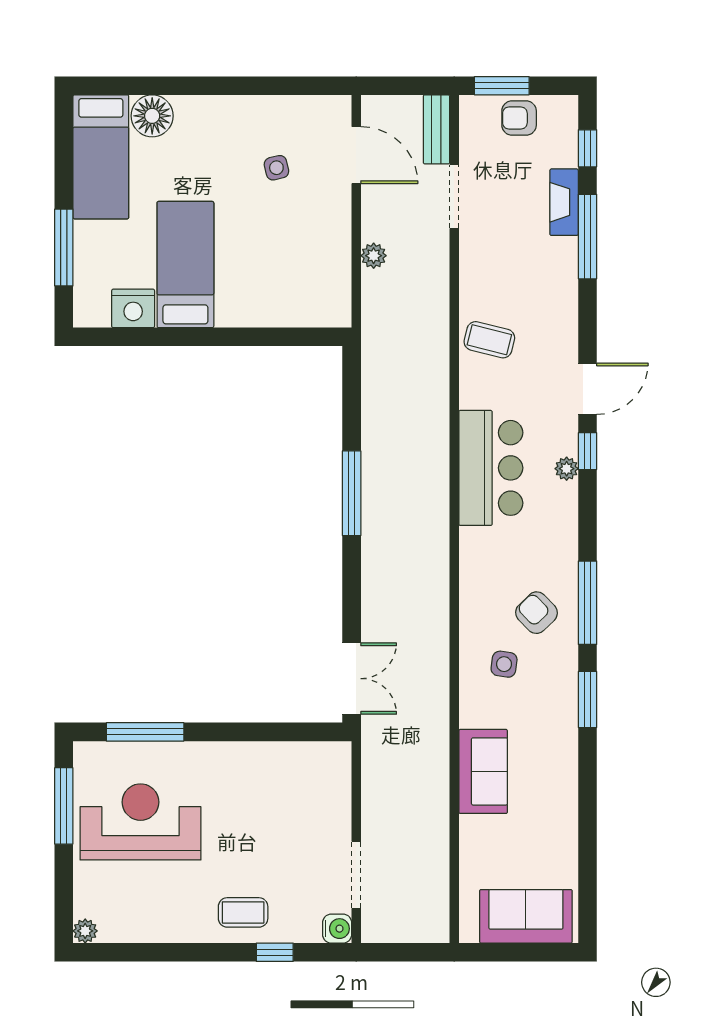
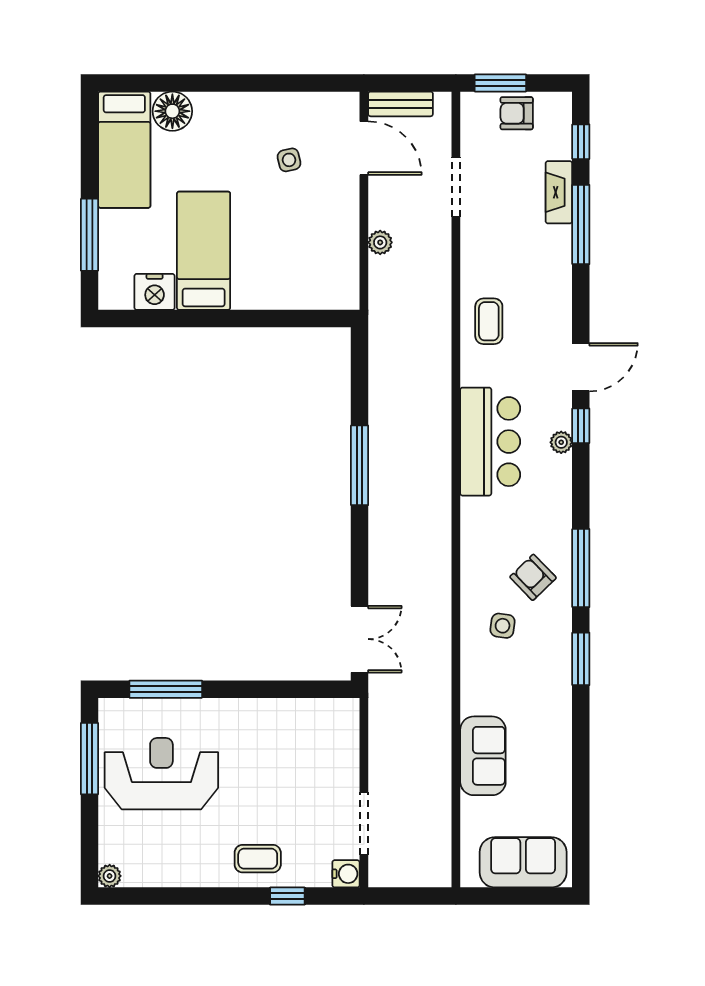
bench: (436, 129) -> (401, 104), moved, turned 90
coffee table: (489, 340) -> (489, 321), turned 76
sofa: (483, 771) -> (483, 756), moved

